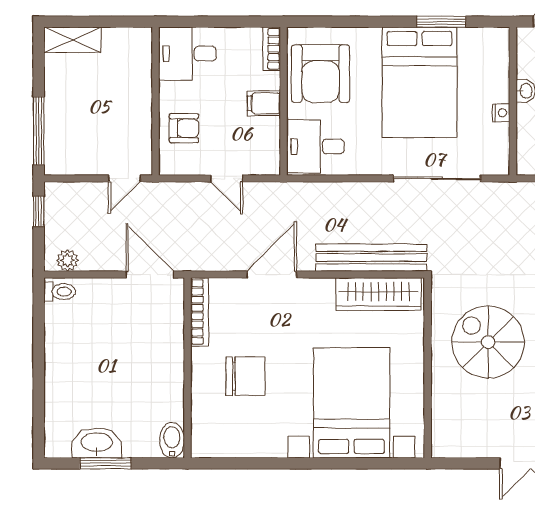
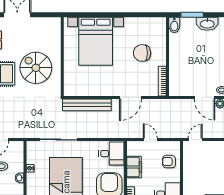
filing cabinet: (264, 103) -> (134, 167), width x2.00
door: (150, 274) -> (204, 97), moved
wardrobe: (378, 294) -> (84, 89), removed
spiral stairs: (488, 342) -> (36, 68), turned 180
window: (106, 463) -> (192, 15), moved

